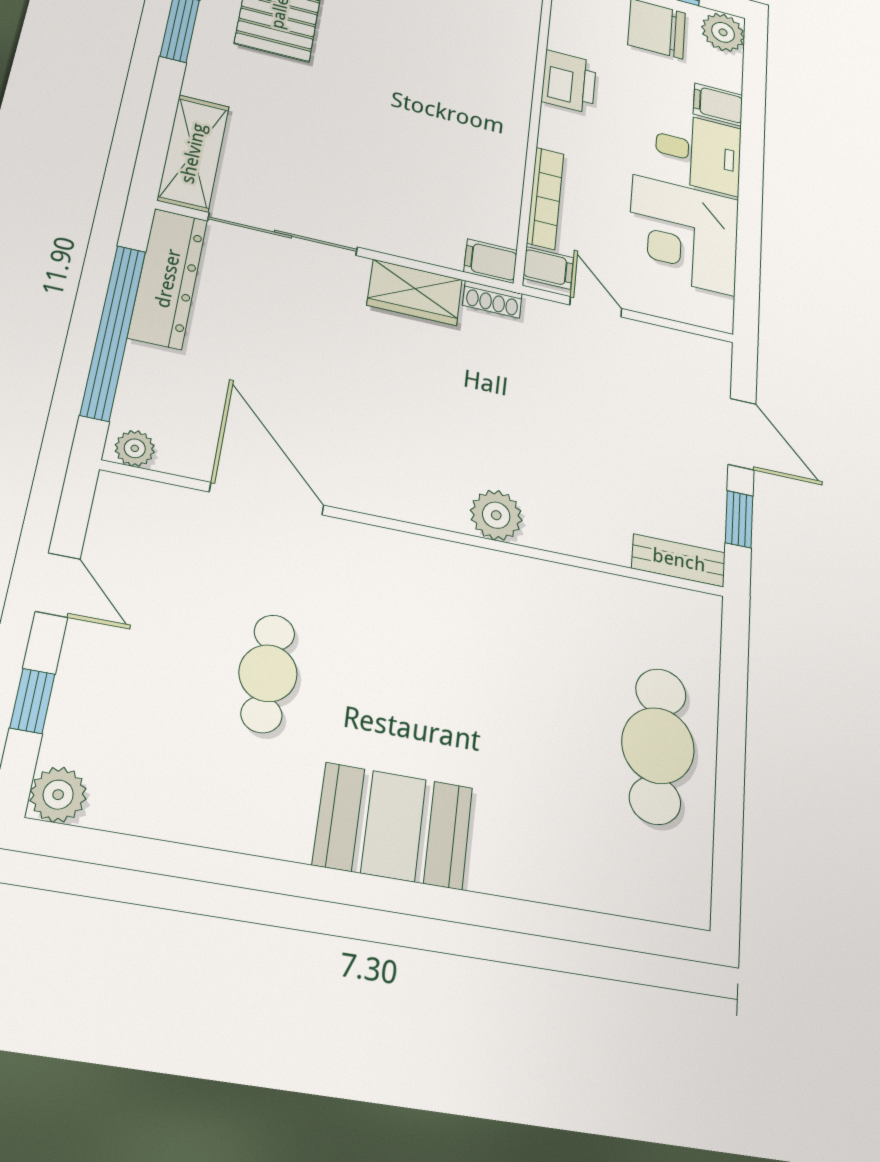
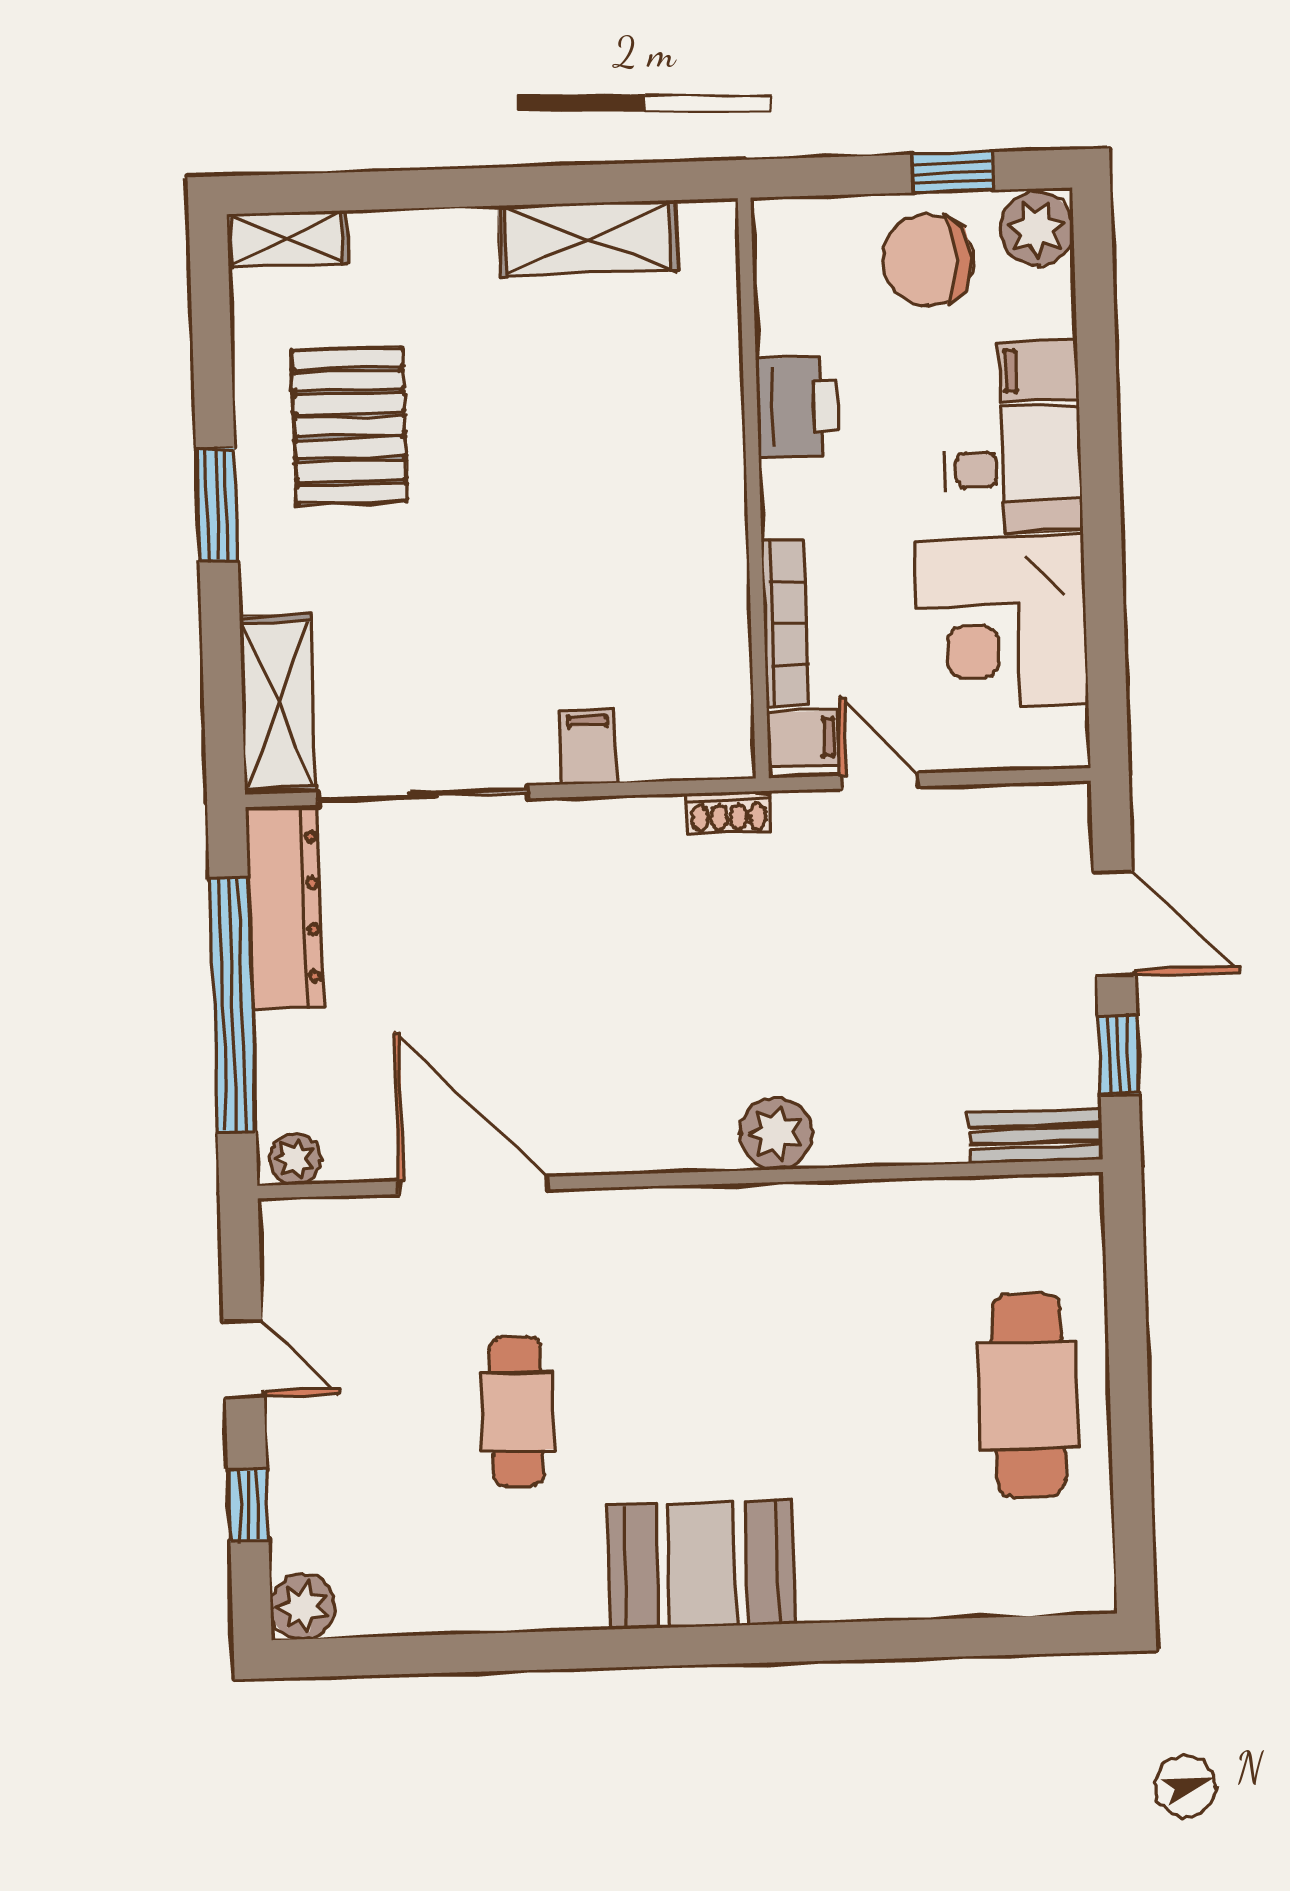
filing cabinet: (491, 261) -> (588, 747), moved, turned 90
wardrobe: (415, 292) -> (618, 833), removed

